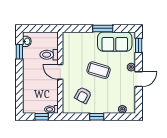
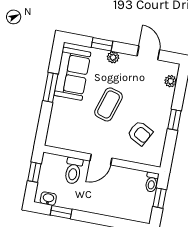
window: (43, 28) -> (34, 172), added
window: (139, 45) -> (102, 44), moved
door: (139, 79) -> (148, 53), moved

